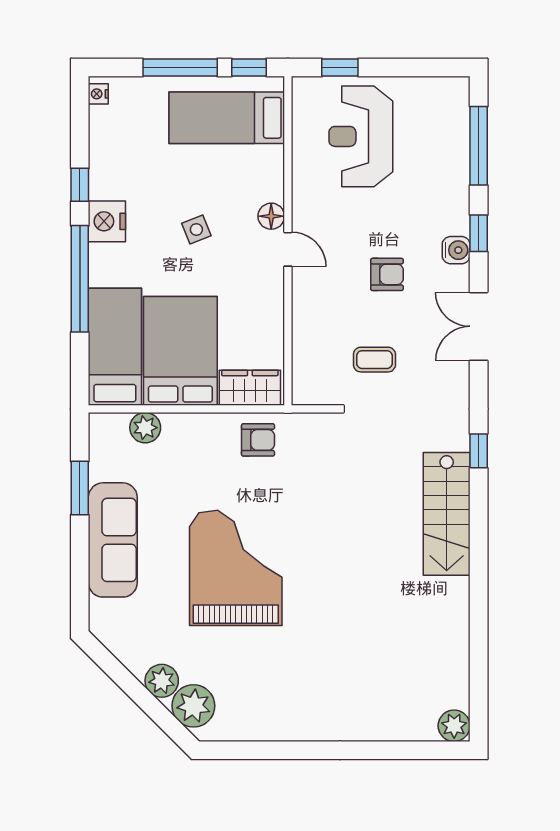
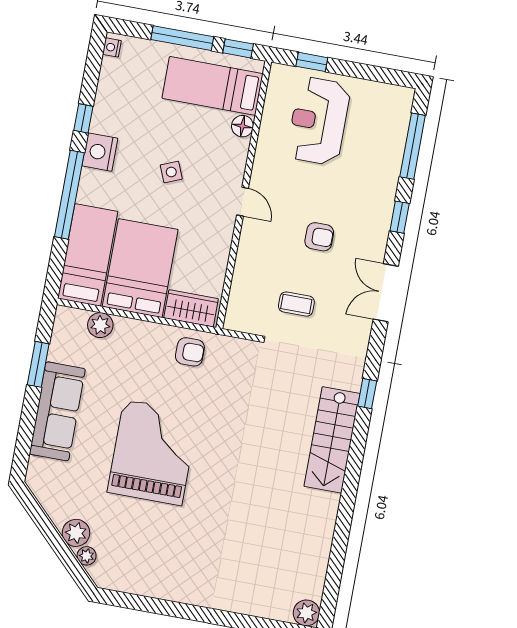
floor lamp: (271, 216) -> (242, 126), moved
water cooler: (456, 250) -> (379, 227), removed
plant: (193, 706) -> (87, 556), width x0.53, depth x0.53

